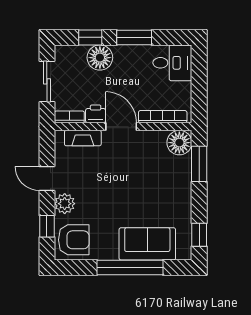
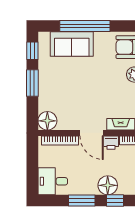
window: (199, 164) -> (32, 83), moved

